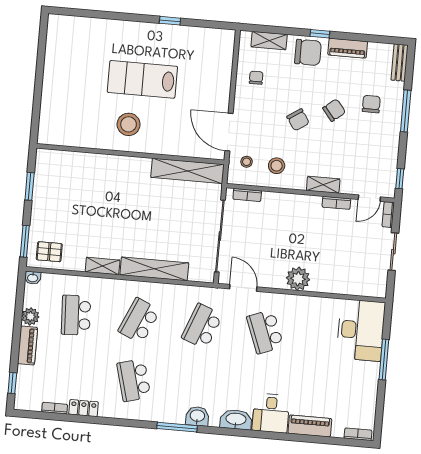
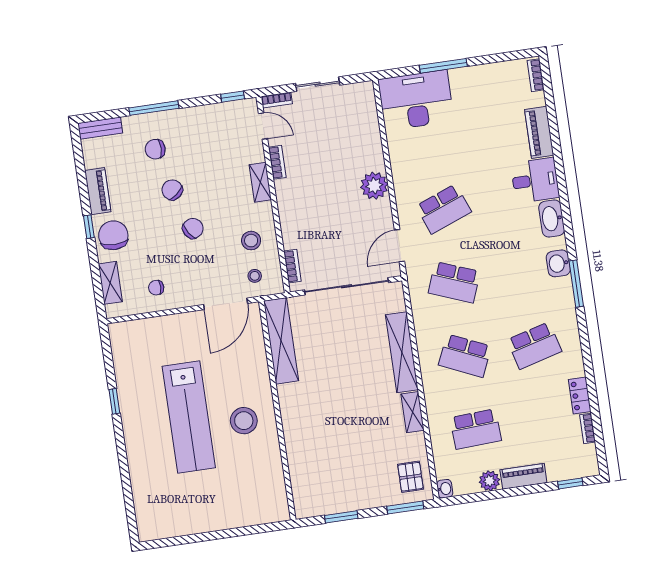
lab bench: (142, 79) -> (189, 417), width x1.36

